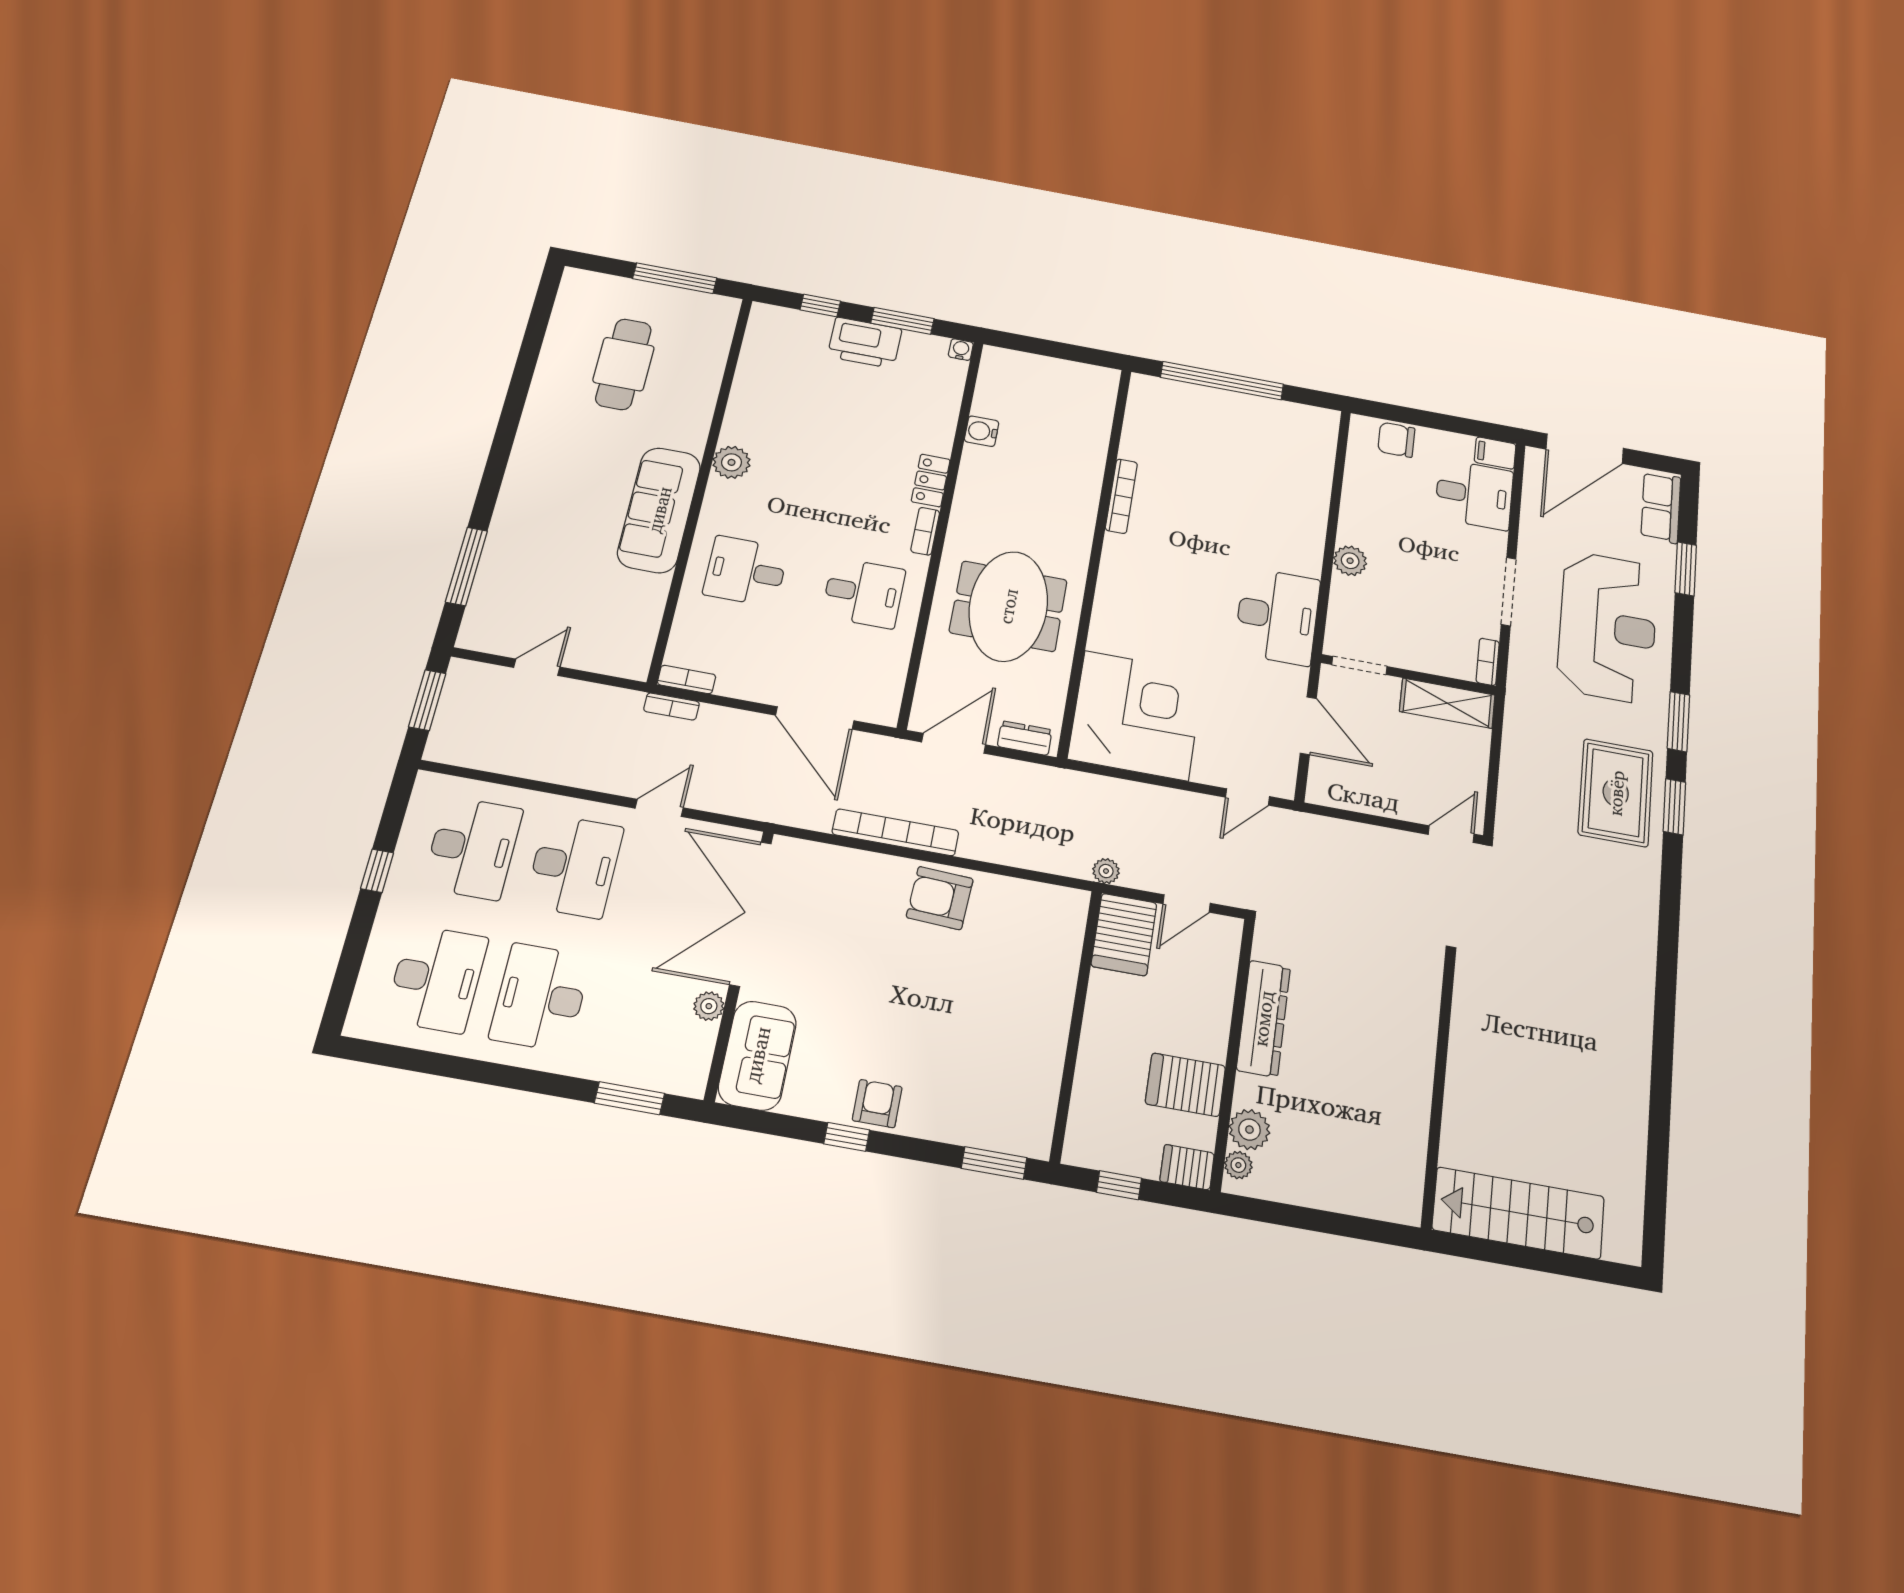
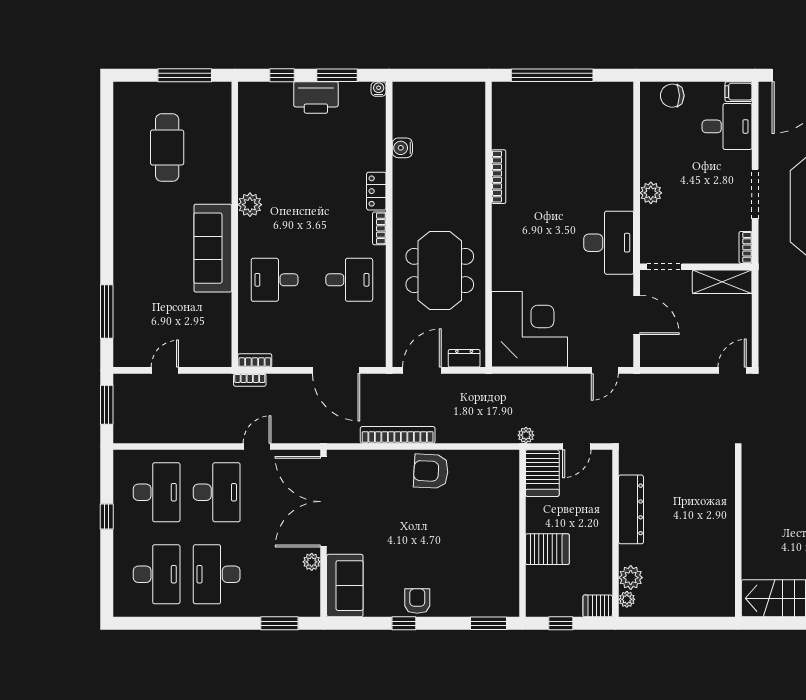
server rack: (1185, 1085) -> (547, 549), moved, turned 180

